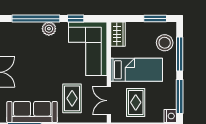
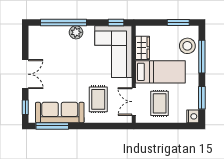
window: (76, 19) -> (116, 23), moved
wardrobe: (118, 34) -> (143, 48), moved
window: (180, 97) -> (202, 98), width x0.69

